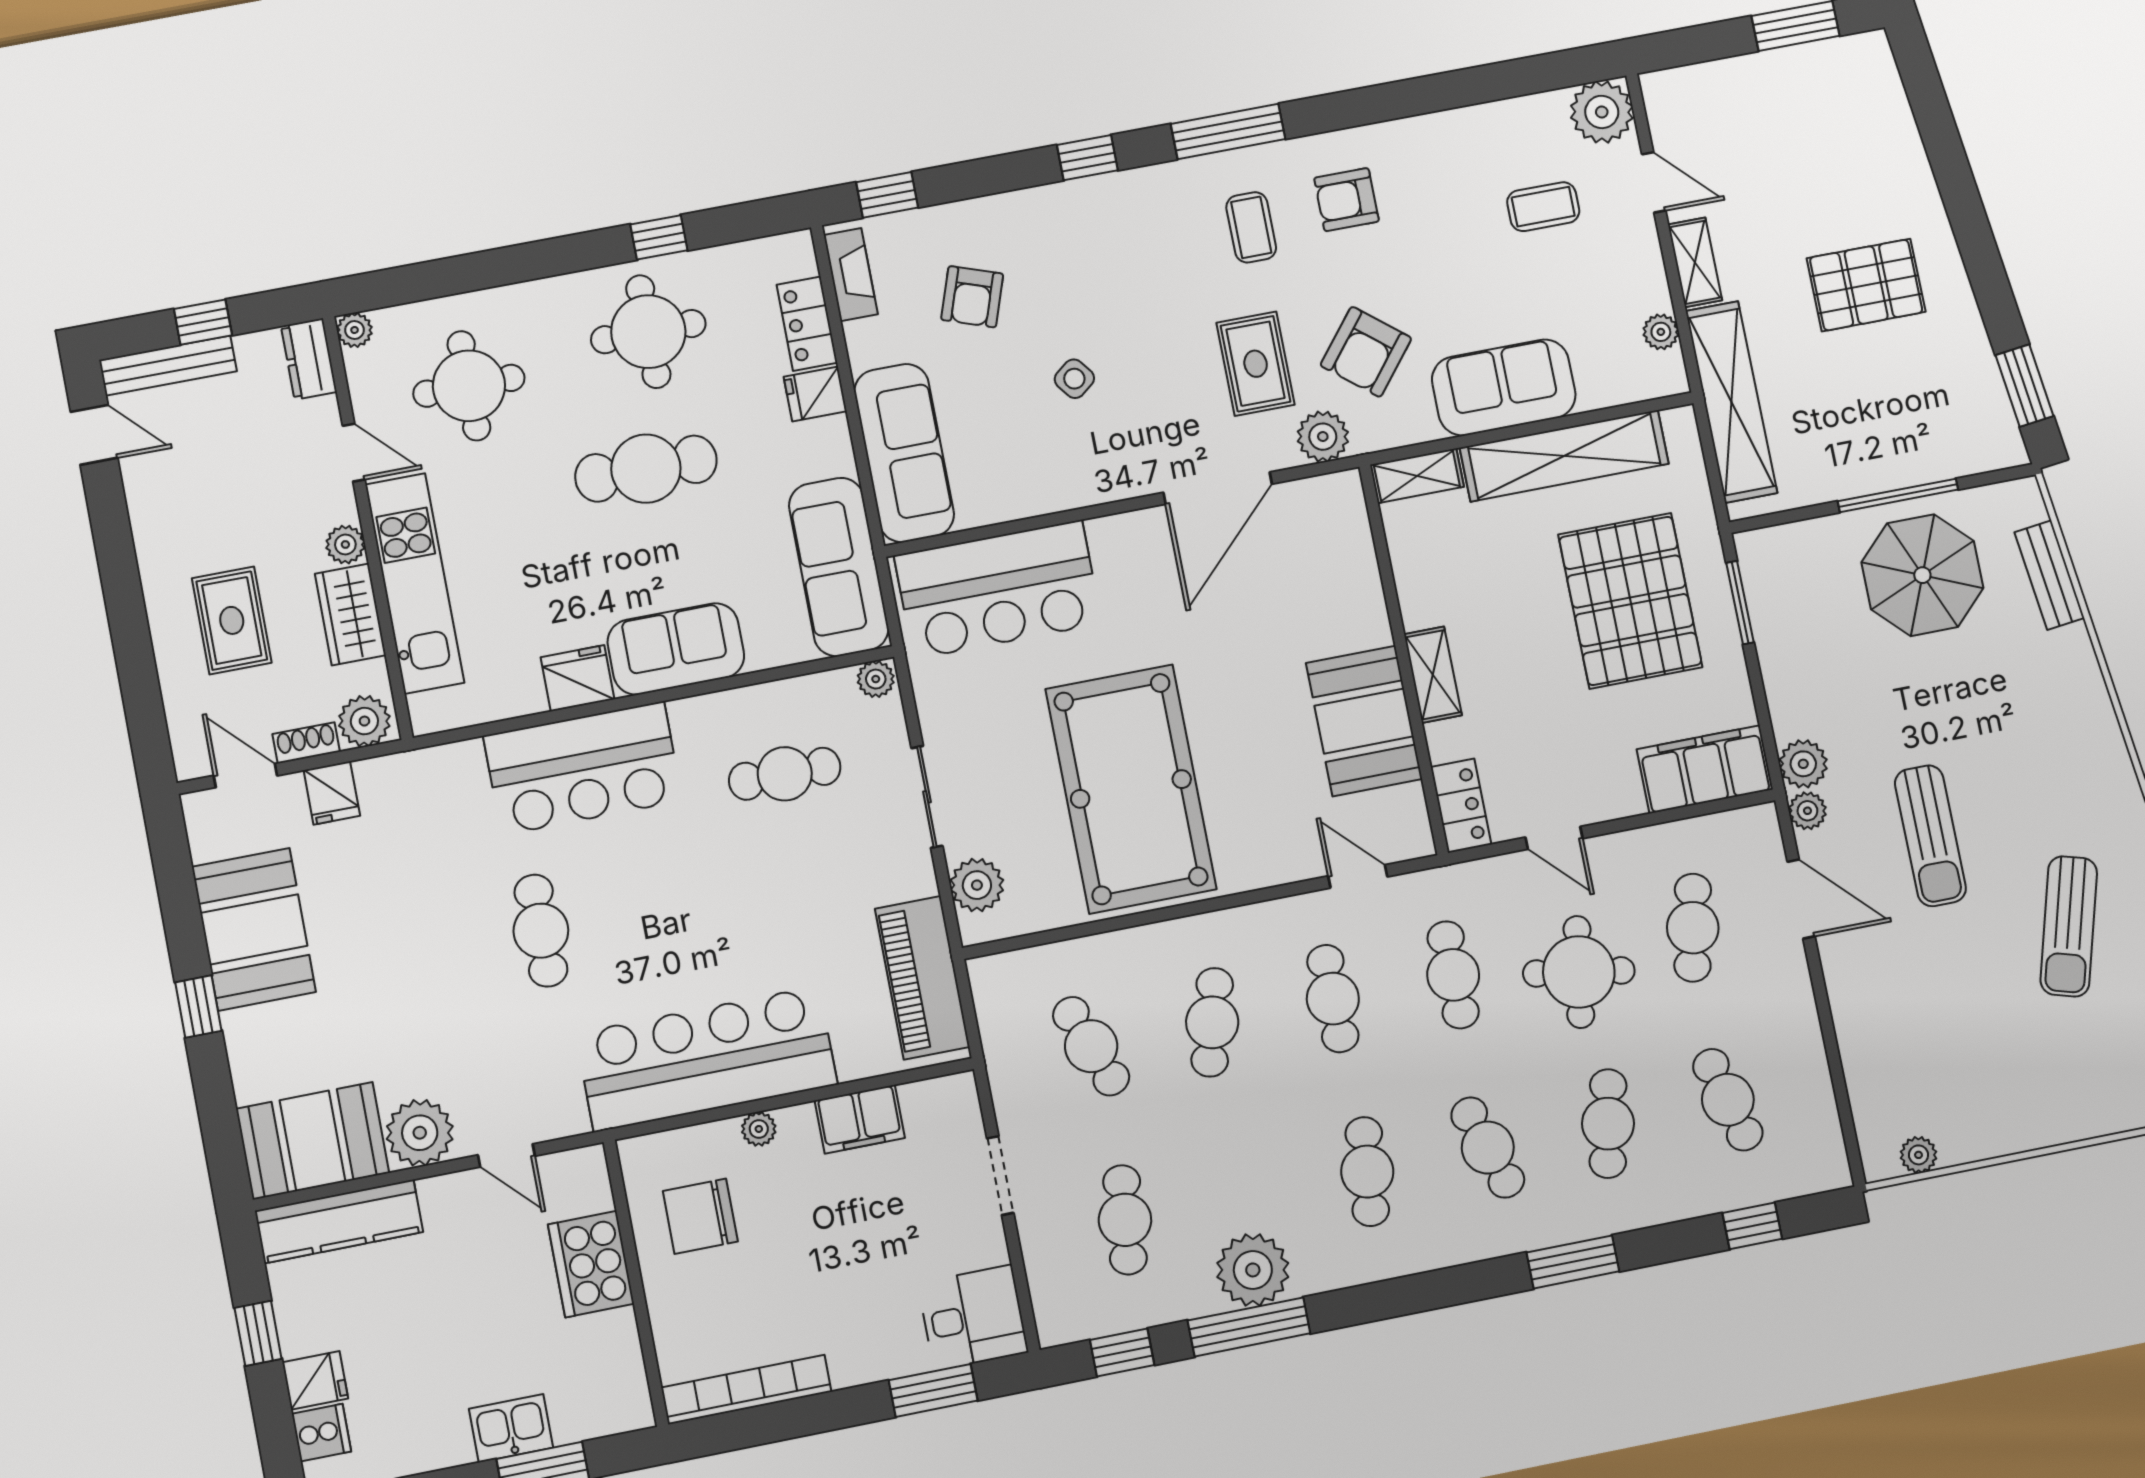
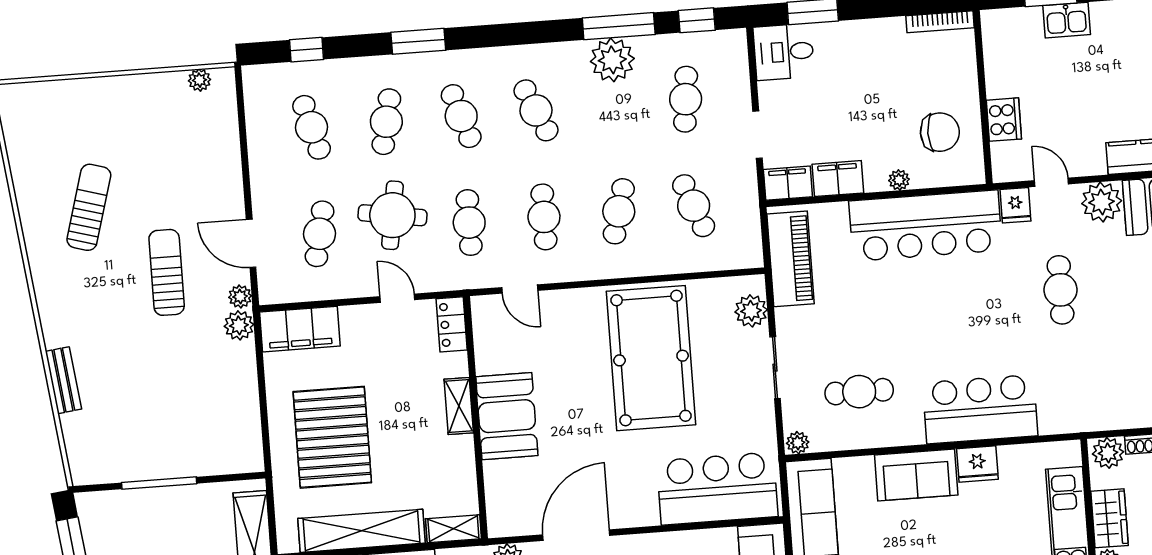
parasol: (1922, 575) -> (150, 432), removed
bench: (2049, 575) -> (63, 380), moved
window: (1740, 603) -> (265, 428), removed
booth: (1364, 721) -> (507, 416), moved
fridge: (332, 793) -> (1015, 205), moved, turned 180
cafe table: (541, 931) -> (1061, 290), moved
filing cabinet: (941, 1102) -> (788, 183), added
cafe table: (1367, 1172) -> (536, 110), turned -30
cooker: (591, 1264) -> (1004, 120), width x0.73, depth x0.76
bookcase: (746, 1390) -> (940, 22), width x0.68, depth x0.76

